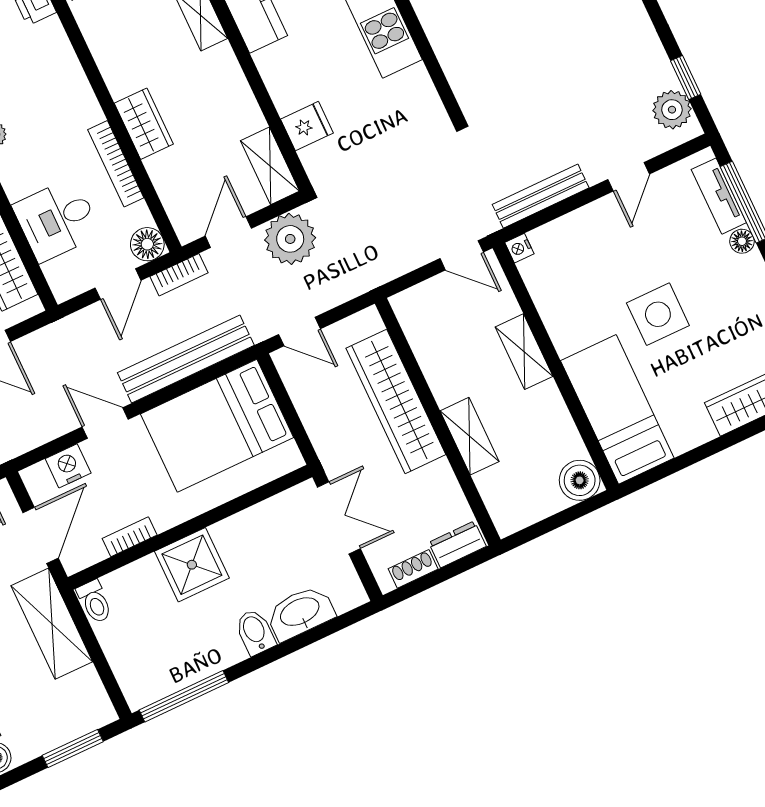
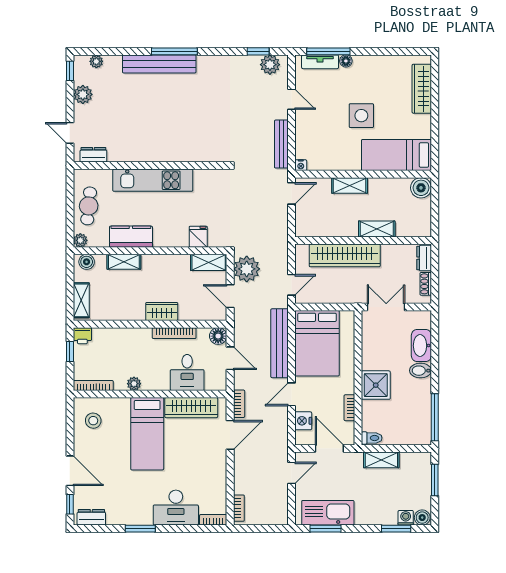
bookcase: (179, 275) -> (239, 404), moved
shelving: (52, 624) -> (381, 460), width x0.67, depth x0.75

